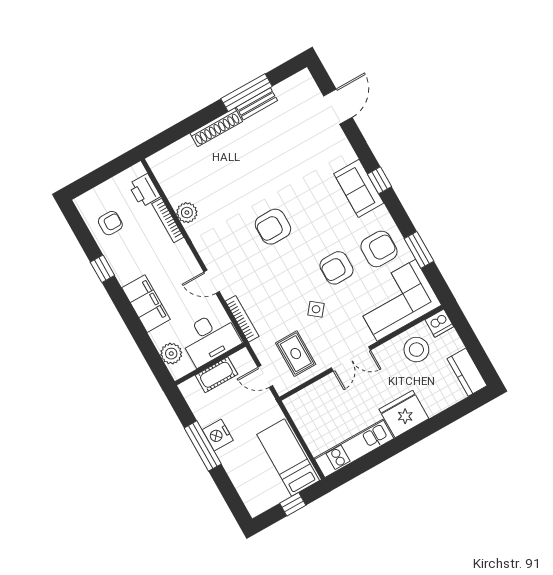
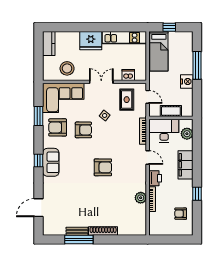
printer: (144, 190) -> (155, 178), moved
dishwasher: (439, 323) -> (128, 75), moved
window: (203, 446) -> (197, 65), moved

